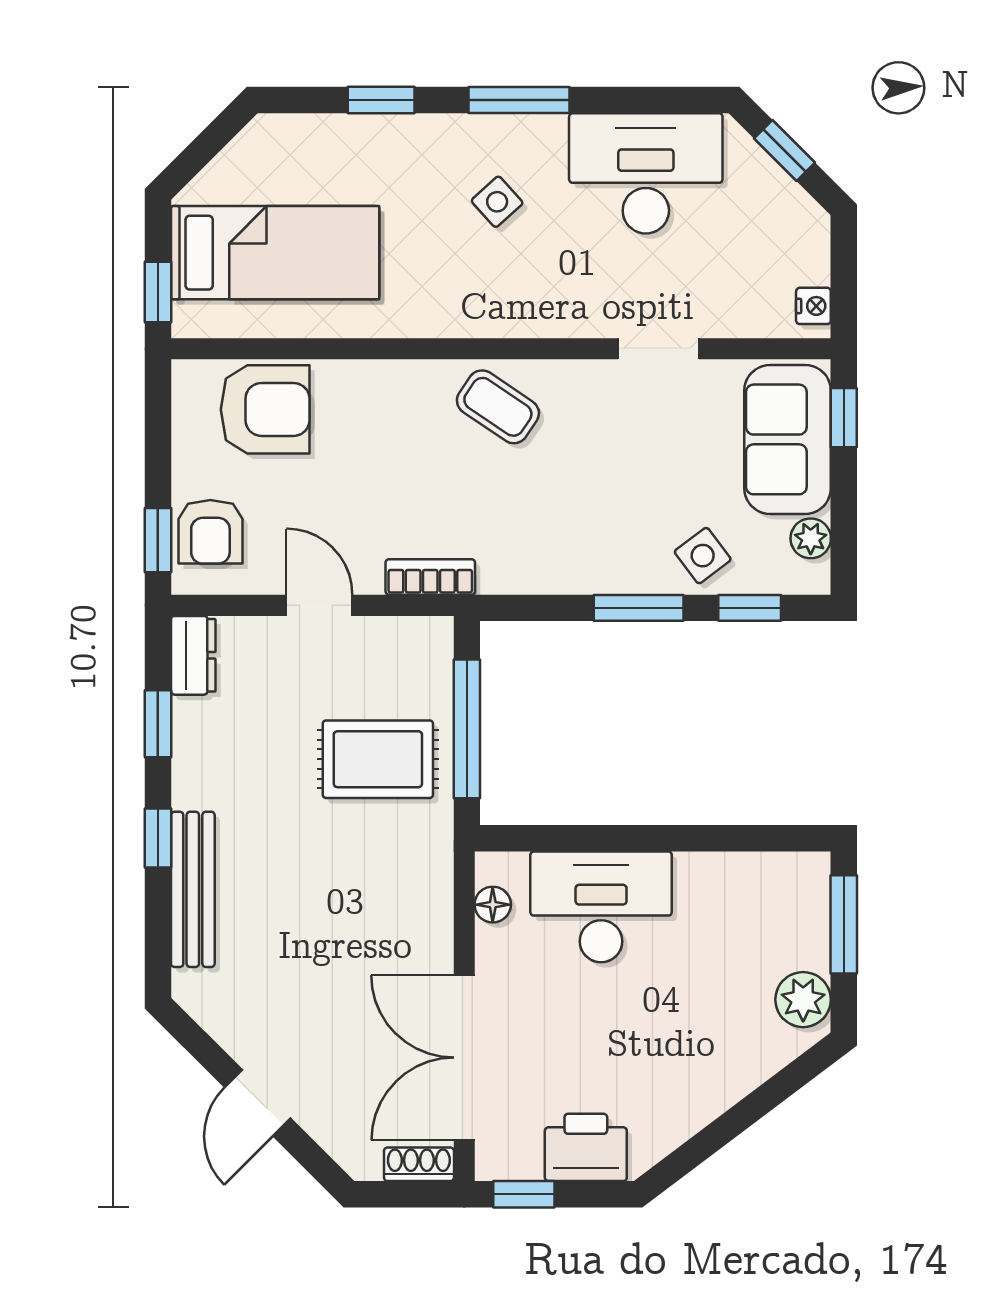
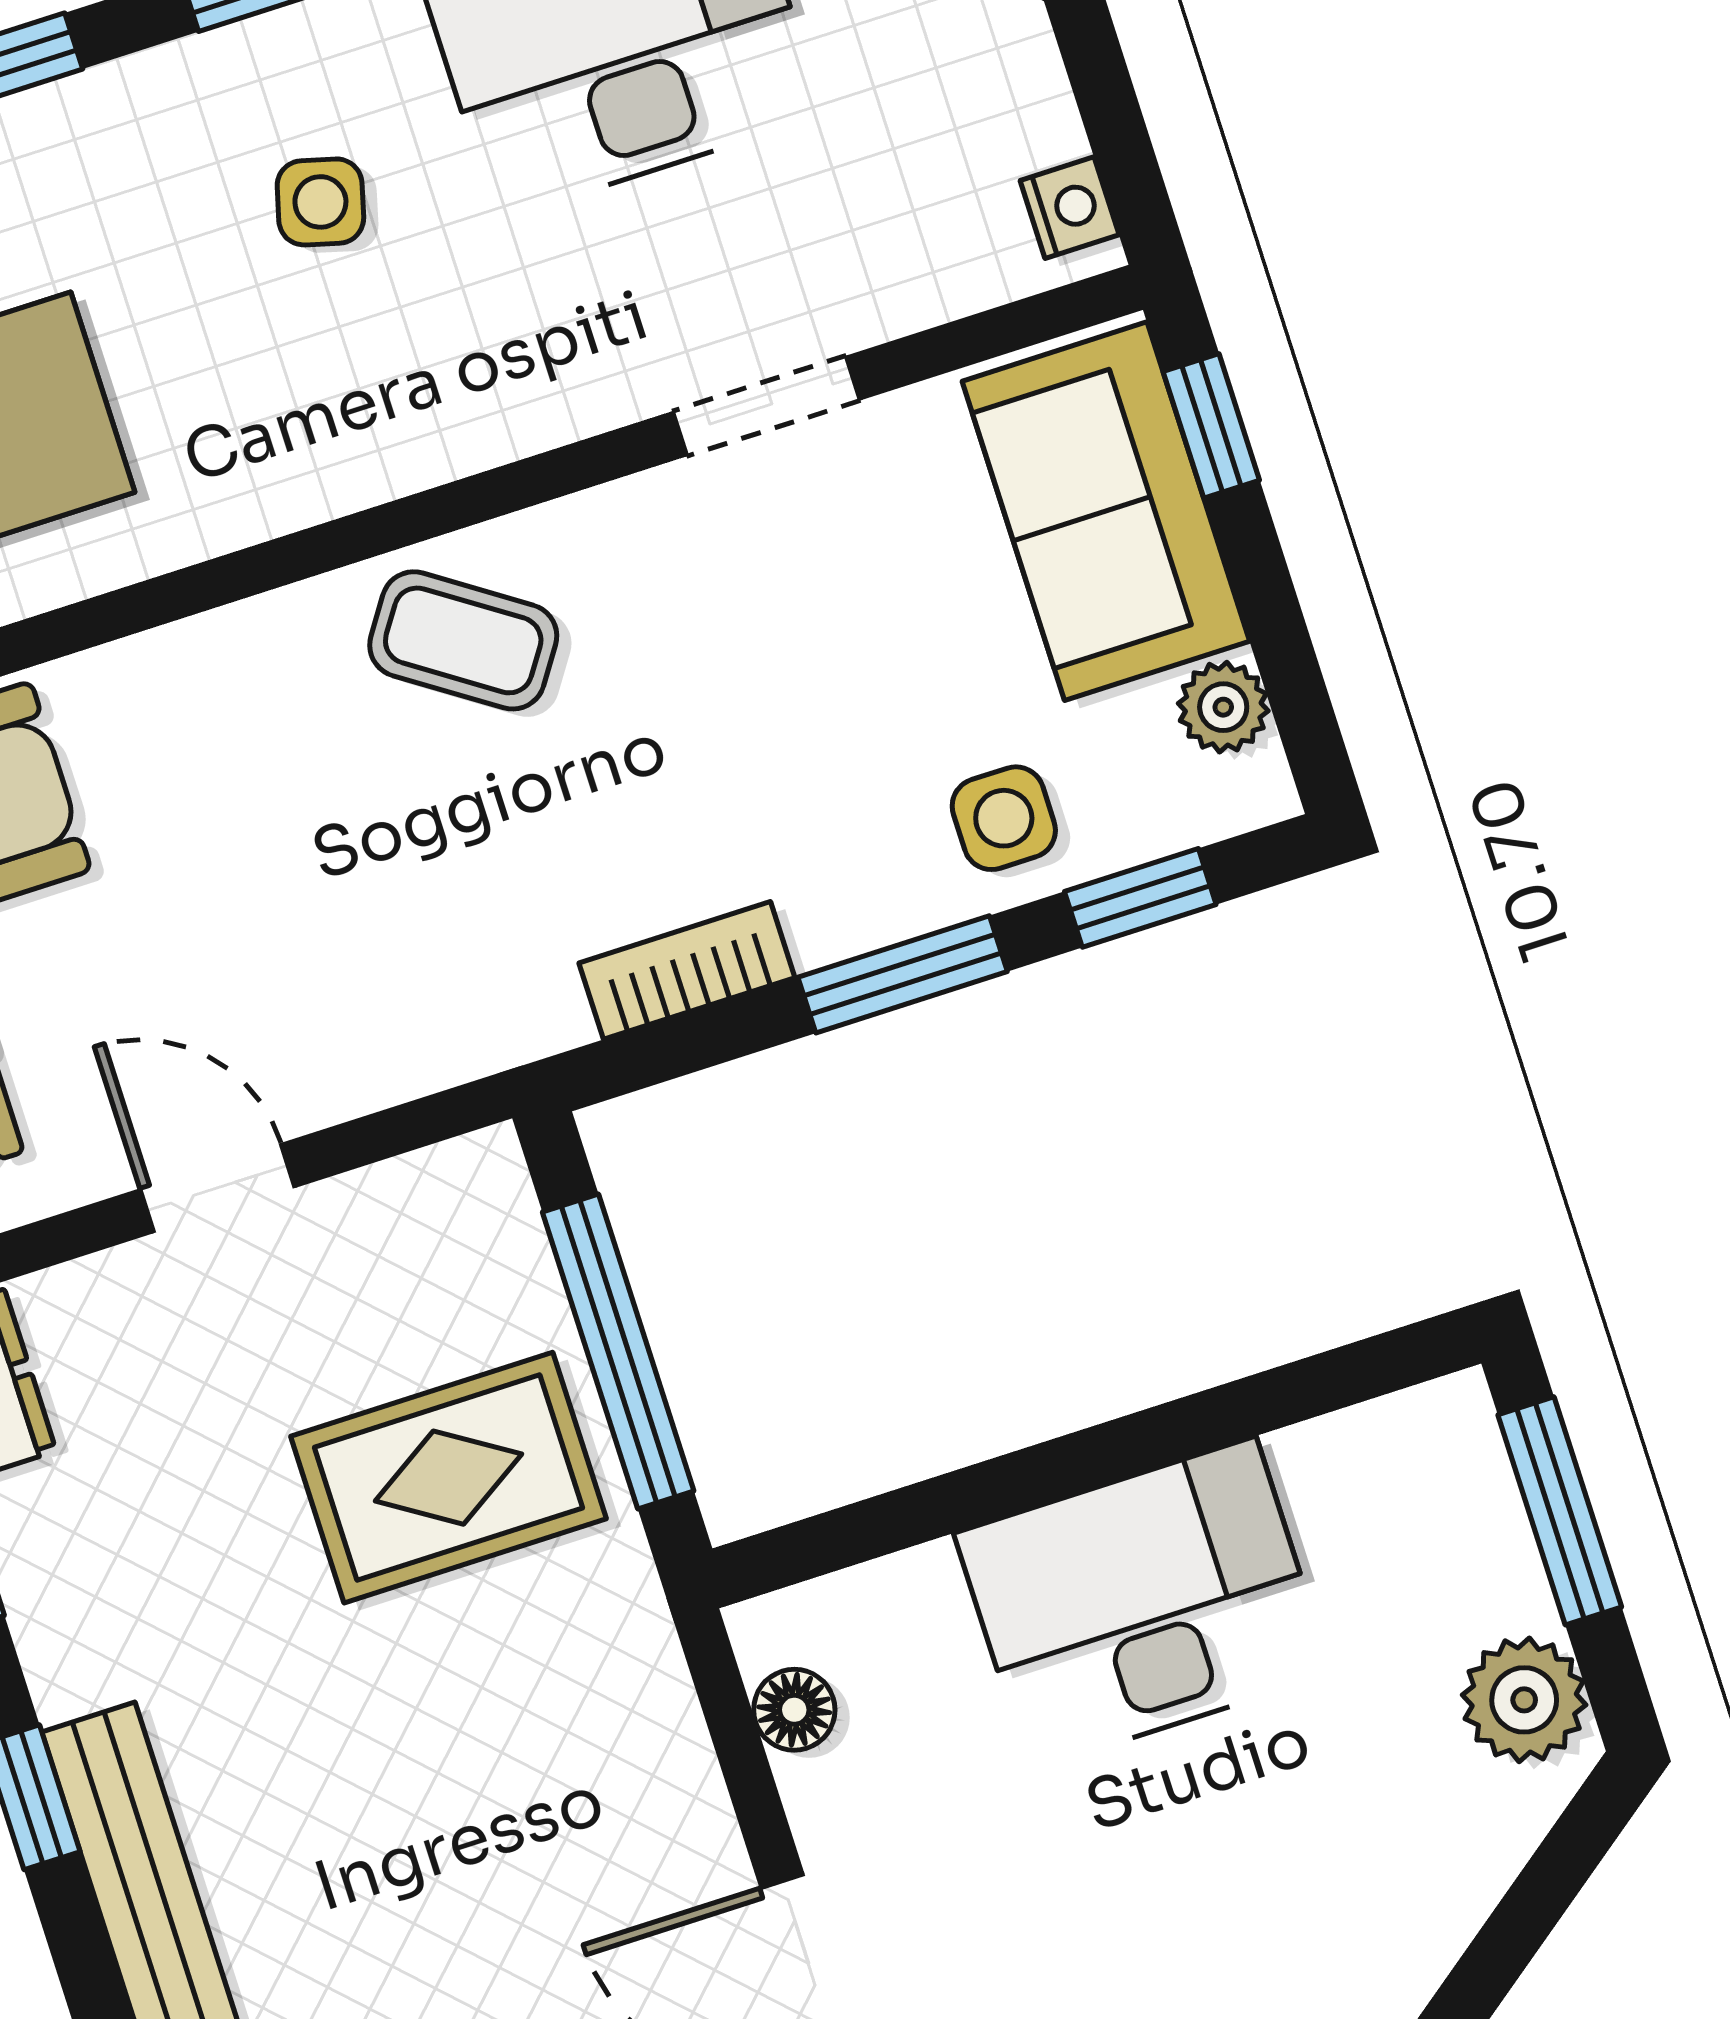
side table: (497, 202) -> (320, 202), turned -33
side table: (703, 556) -> (1004, 818), turned 37
bookcase: (430, 577) -> (687, 970), moved
desk: (601, 907) -> (1143, 1603), moved

